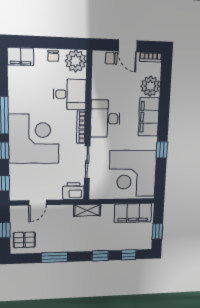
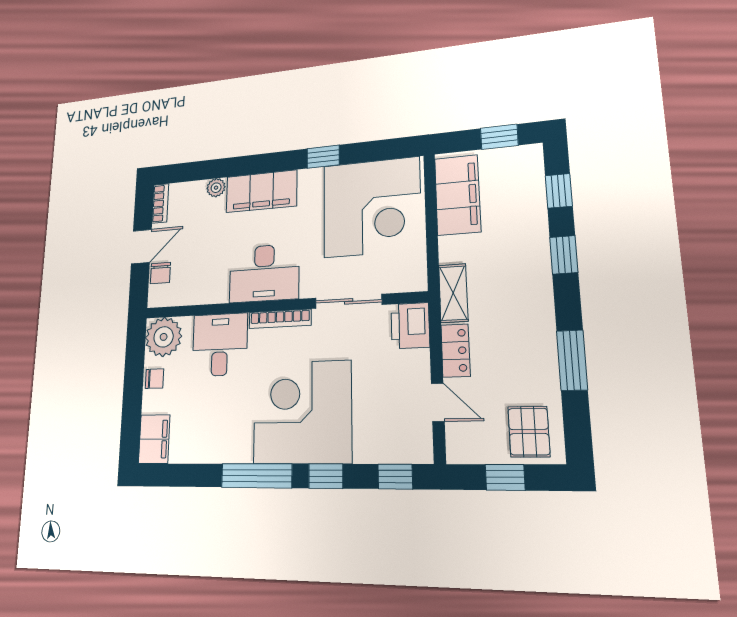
plant: (150, 86) -> (216, 188), width x0.53, depth x0.53
locker: (61, 211) -> (455, 350), added

